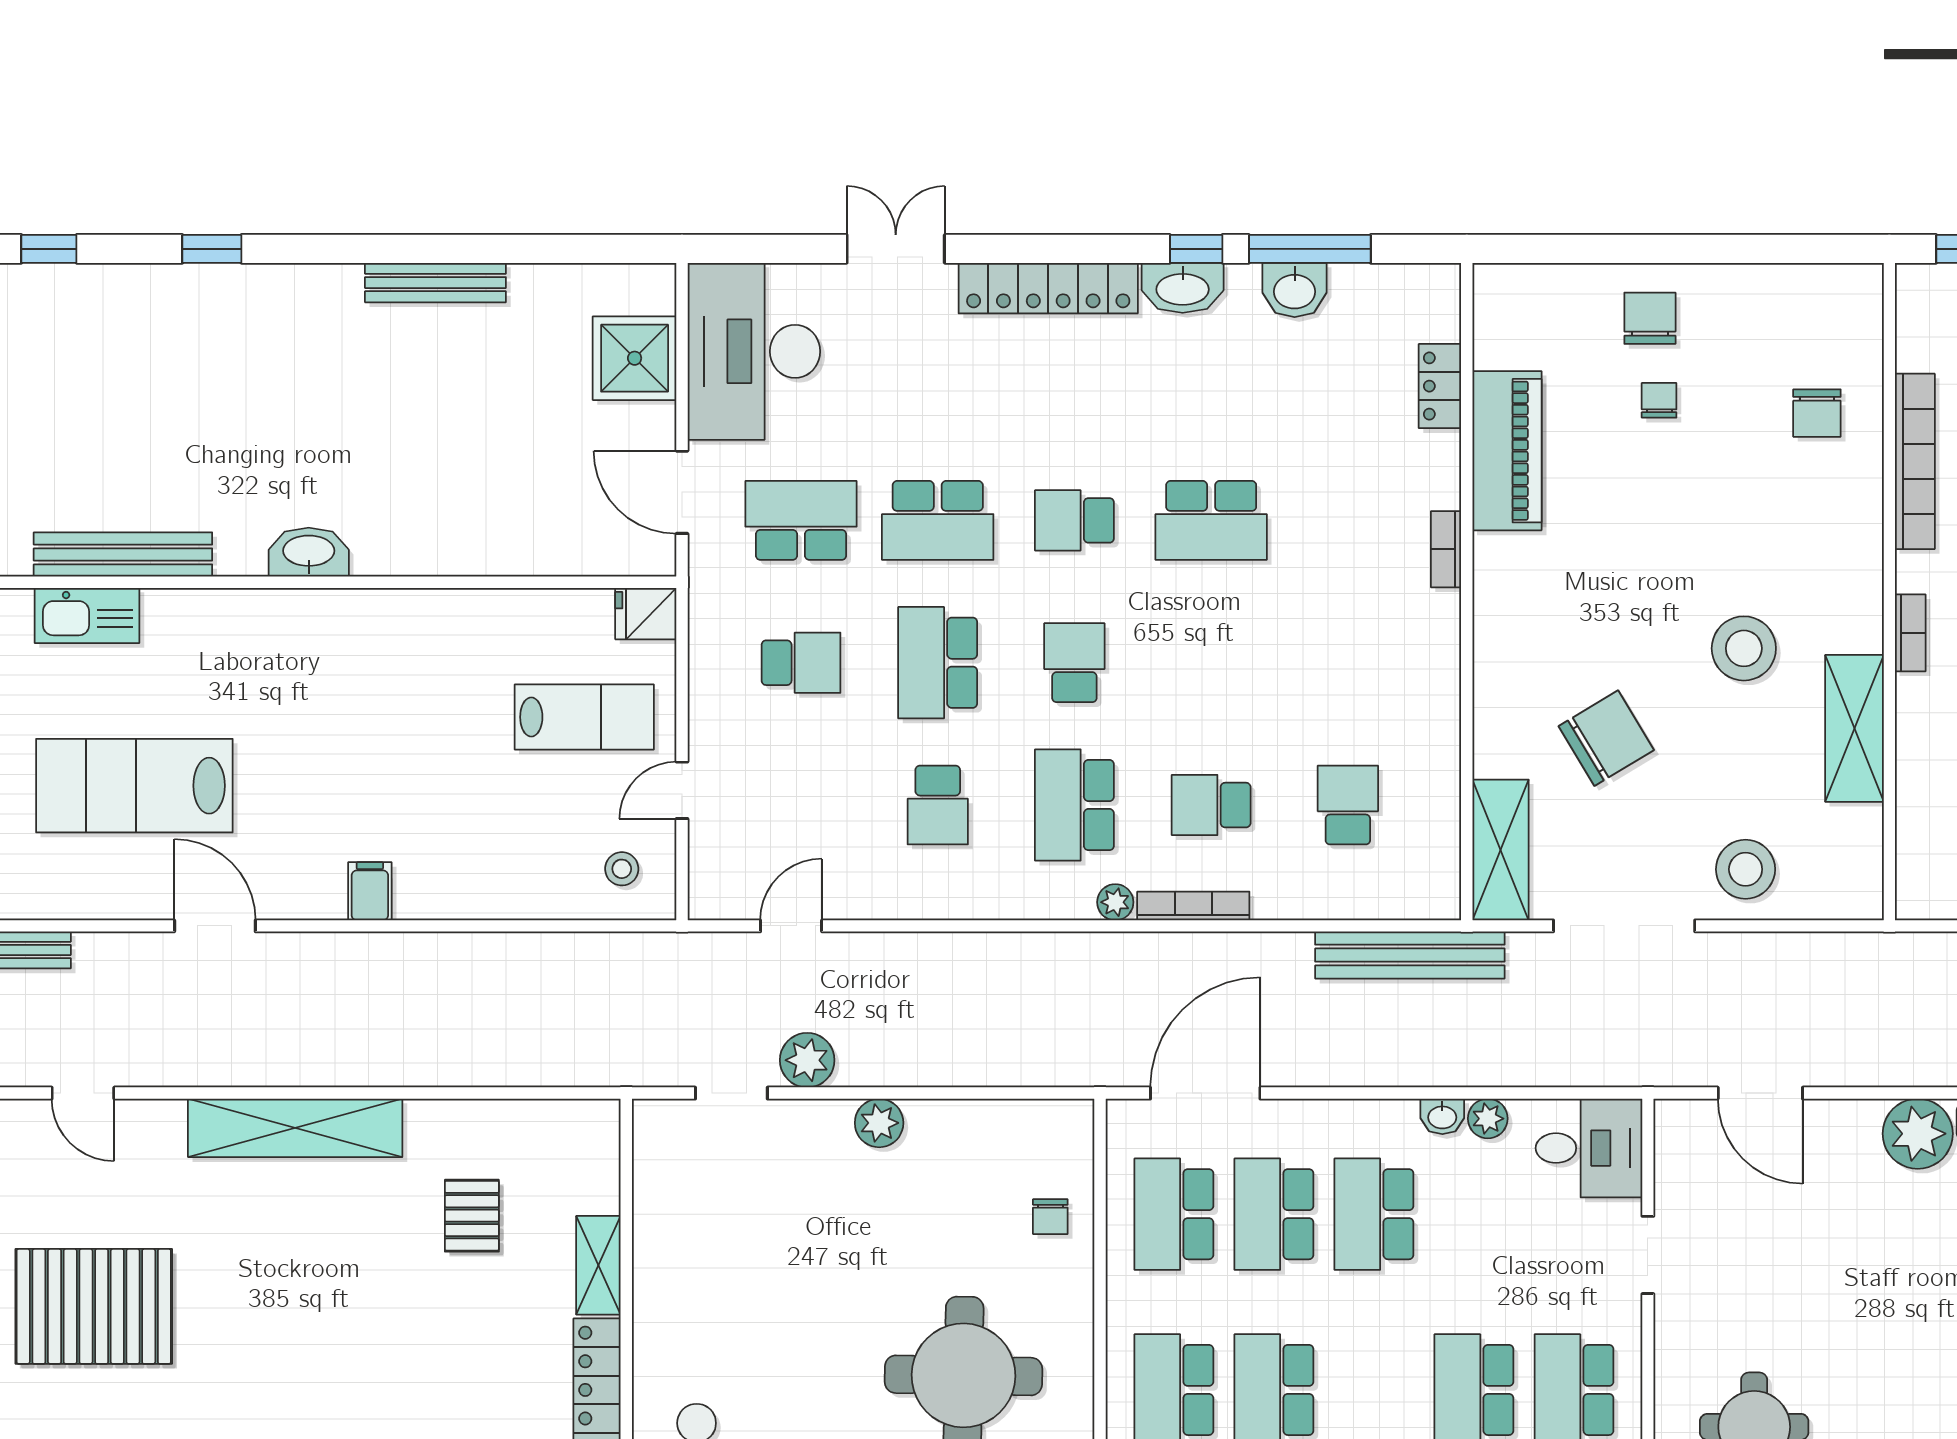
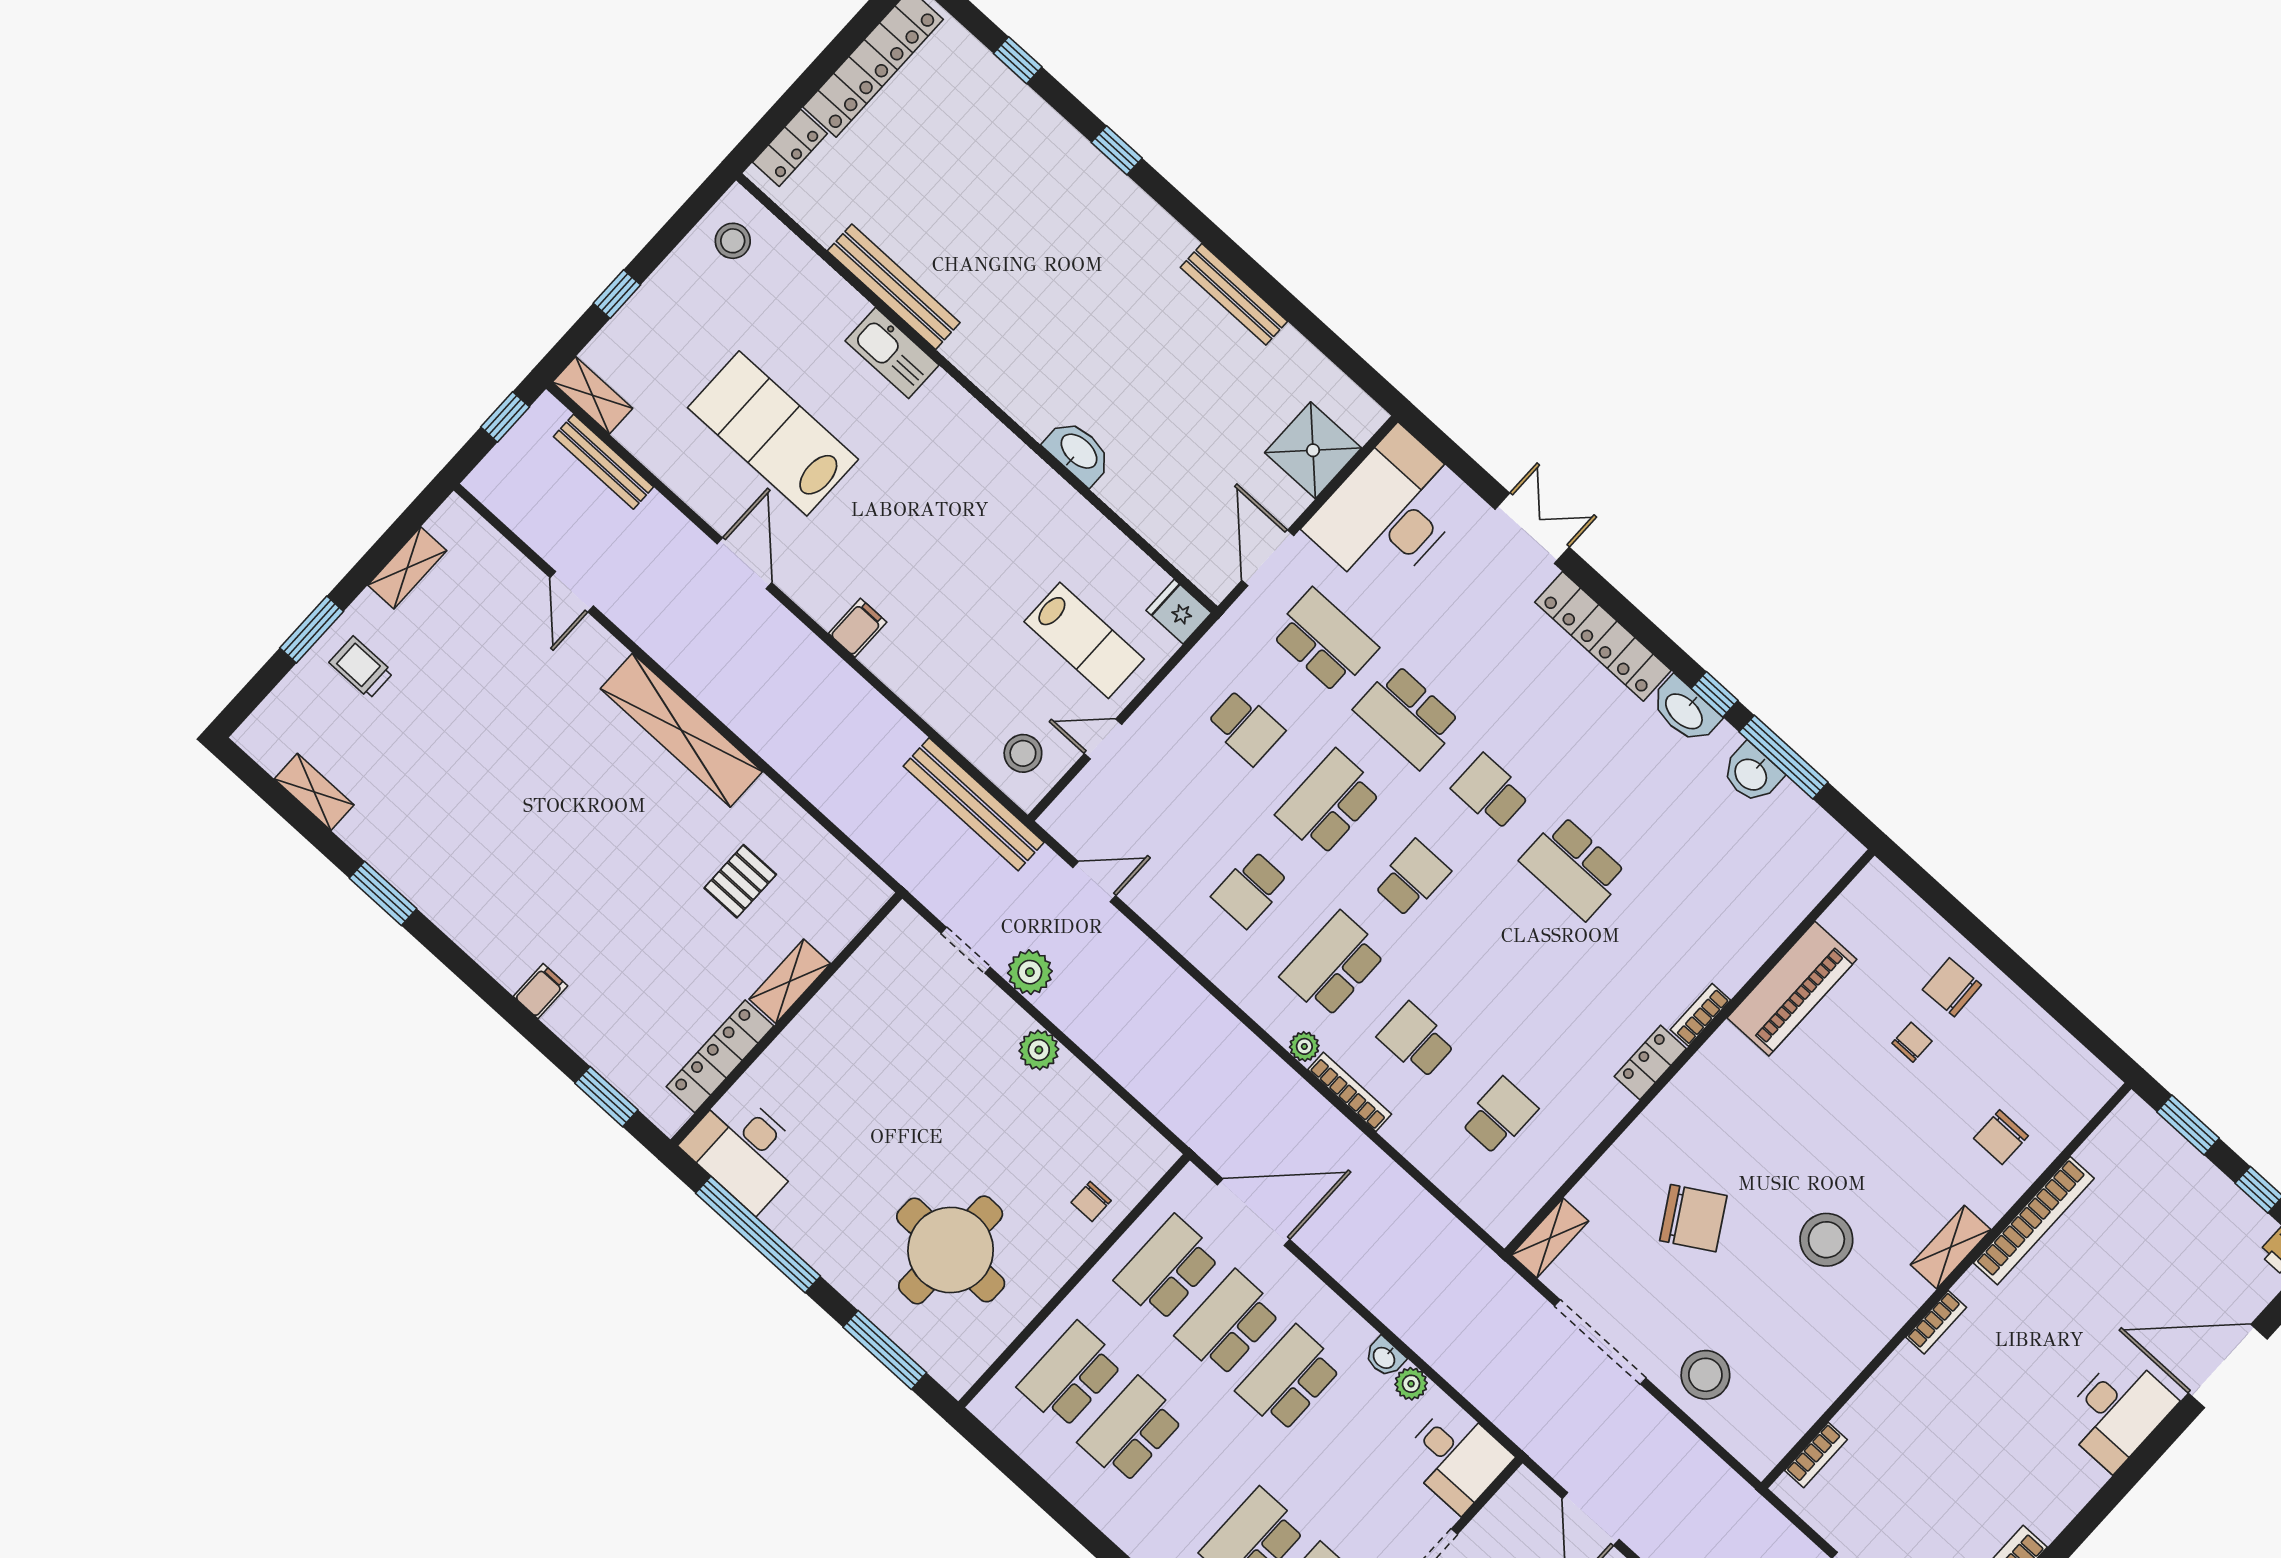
chair: (1650, 318) -> (1952, 987), turned -92
locker: (1440, 386) -> (1650, 1062), moved
washbasin: (309, 552) -> (1078, 452), moved
kitchen sink: (87, 615) -> (892, 353), moved
shelving: (1854, 728) -> (1951, 1247), moved, width x0.67, depth x0.75
shelving: (1501, 850) -> (1550, 1238), width x0.67, depth x0.75
bookcase: (1911, 851) -> (1816, 1455), added
stool: (622, 869) -> (1023, 753), width x1.37, depth x1.37
bench: (1410, 955) -> (974, 804), moved
pallet: (94, 1306) -> (460, 727), removed

